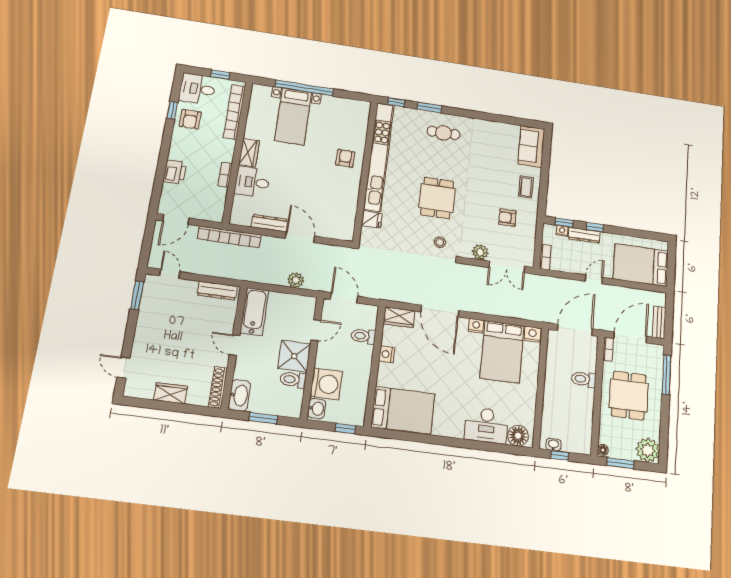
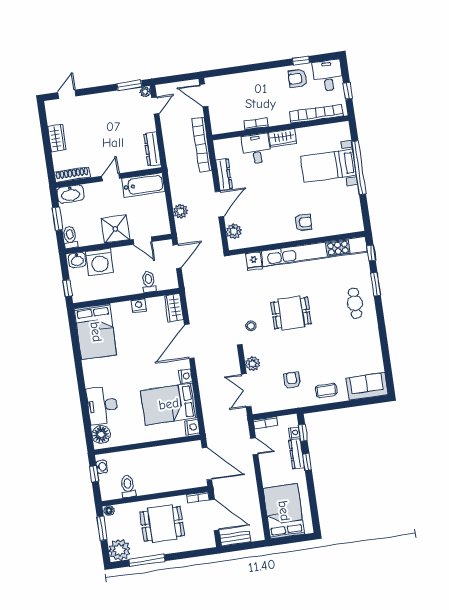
printer: (175, 172) -> (245, 81), removed
plant: (334, 231) -> (234, 231), added
door: (594, 279) -> (254, 446), moved
plant: (151, 280) -> (145, 92), added
window: (667, 375) -> (147, 560), moved
toilet: (584, 379) -> (128, 486), moved
toilet: (293, 380) -> (70, 237), moved

